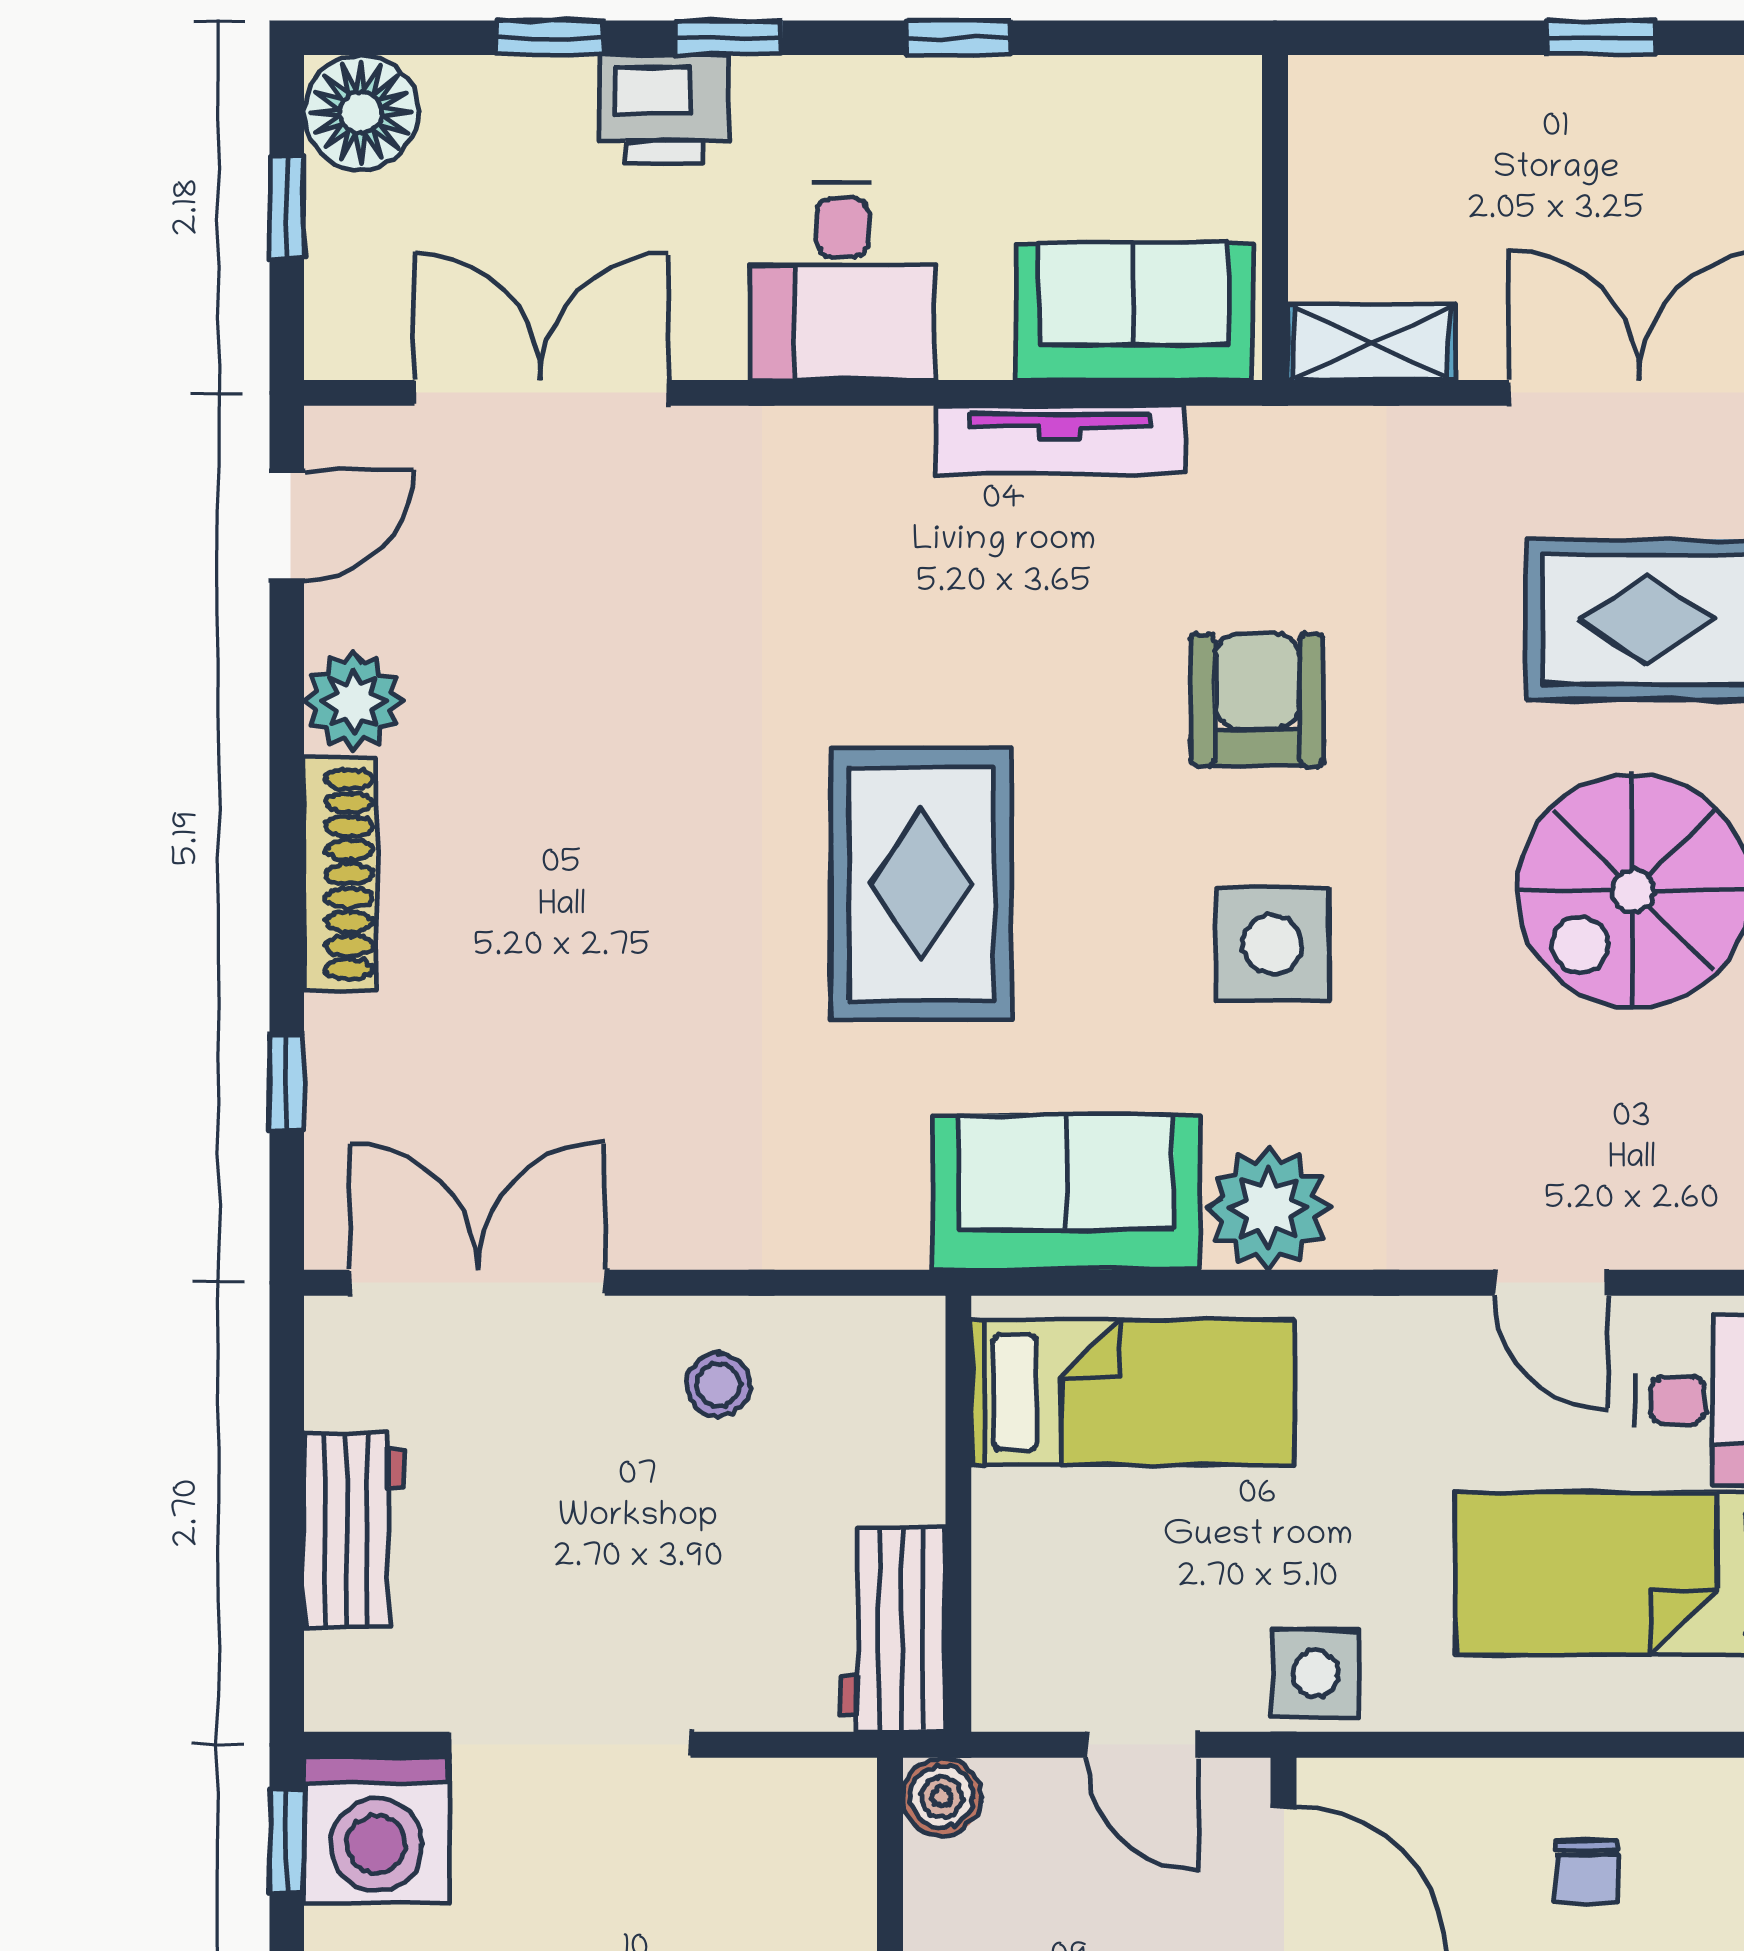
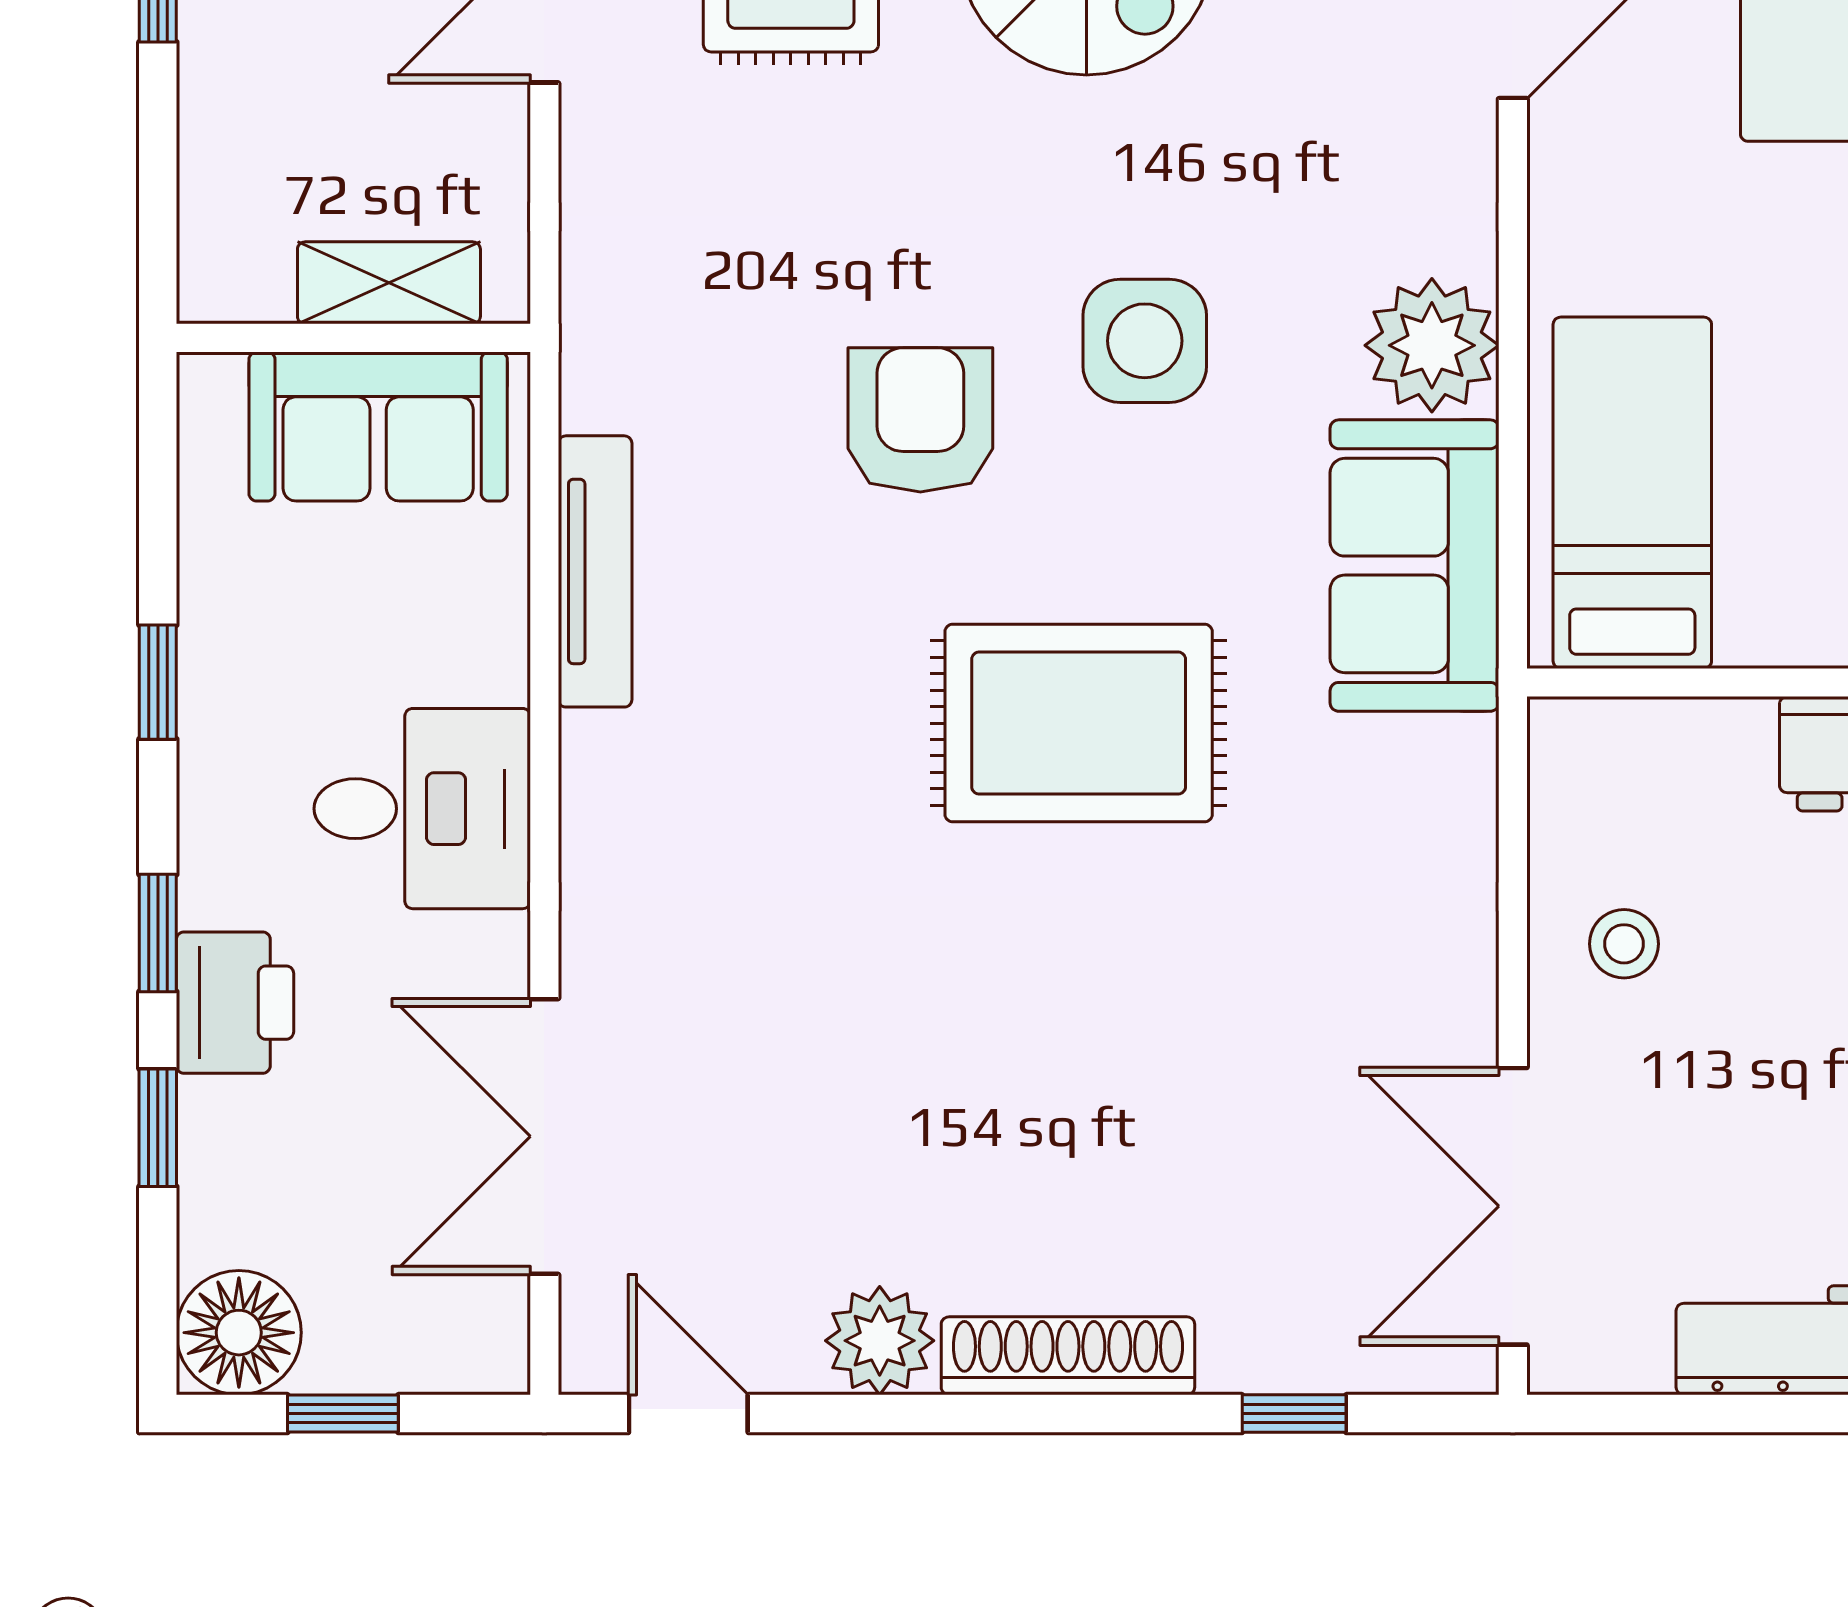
sofa: (1134, 311) -> (378, 427), moved, turned -90
shelving: (1372, 342) -> (389, 283), moved, turned 90
armchair: (1257, 700) -> (920, 420), moved, turned 90

